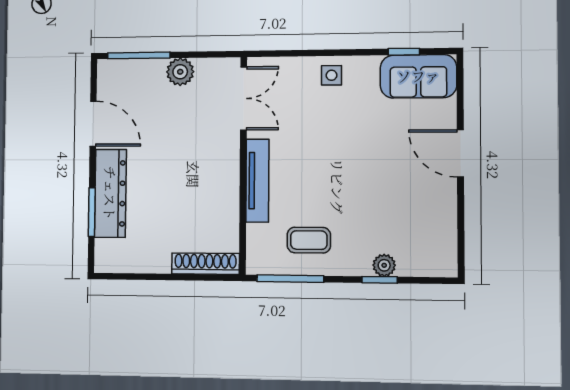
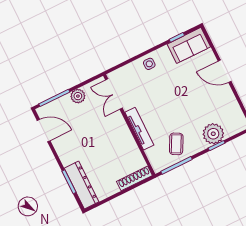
double door: (244, 98) -> (114, 94), swing flipped
door: (93, 124) -> (44, 131), moved
dresser: (110, 193) -> (82, 185), moved
coffee table: (309, 240) -> (176, 144), turned -62
plant: (384, 265) -> (213, 134), width x1.87, depth x1.87

